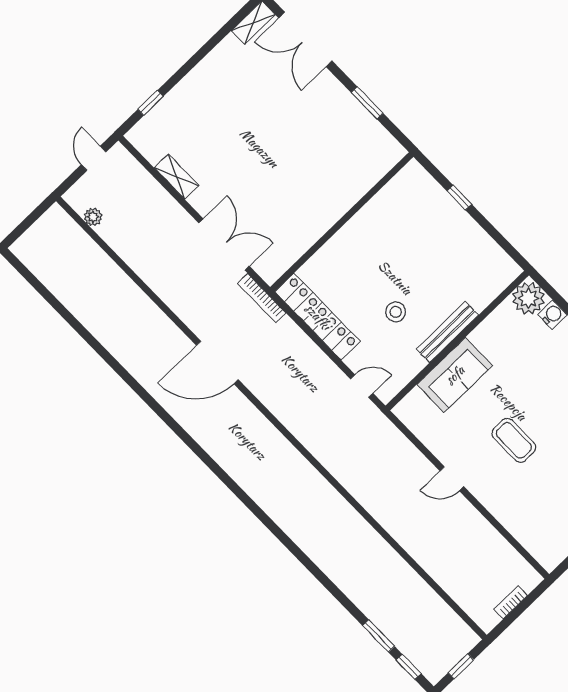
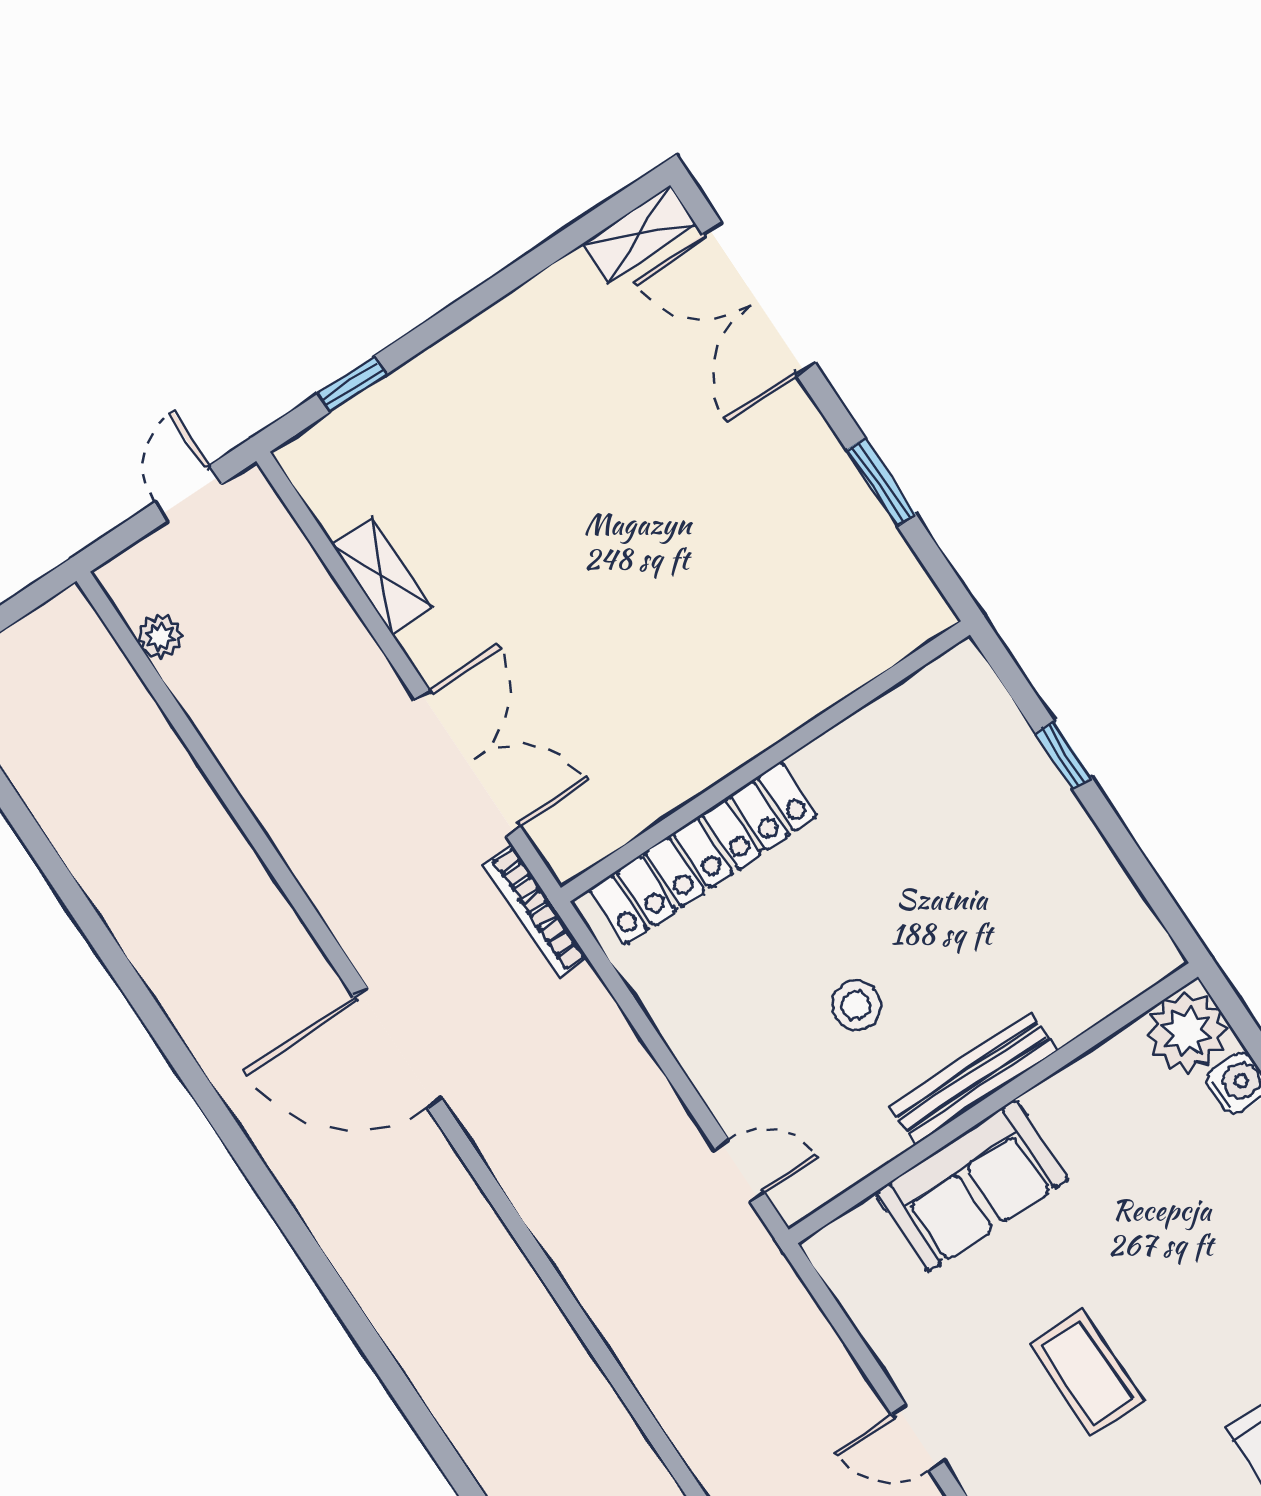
locker: (318, 317) -> (703, 853), moved, turned 90

